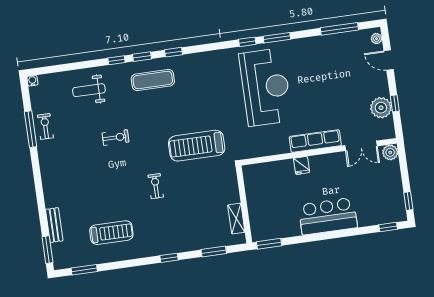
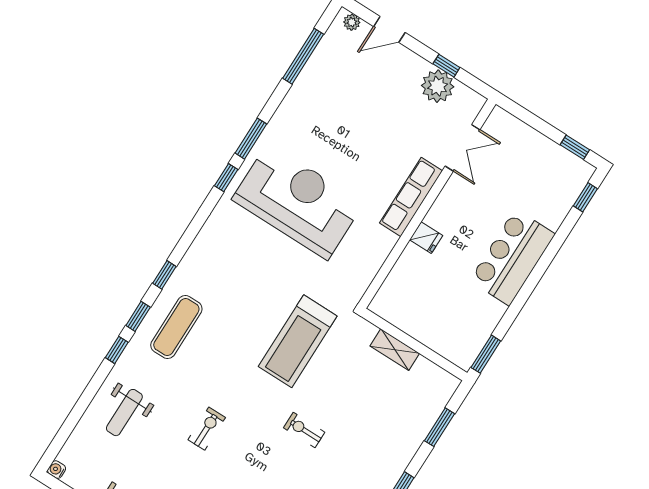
plant: (390, 152) -> (499, 120), removed
shelving: (236, 219) -> (395, 350), moved

